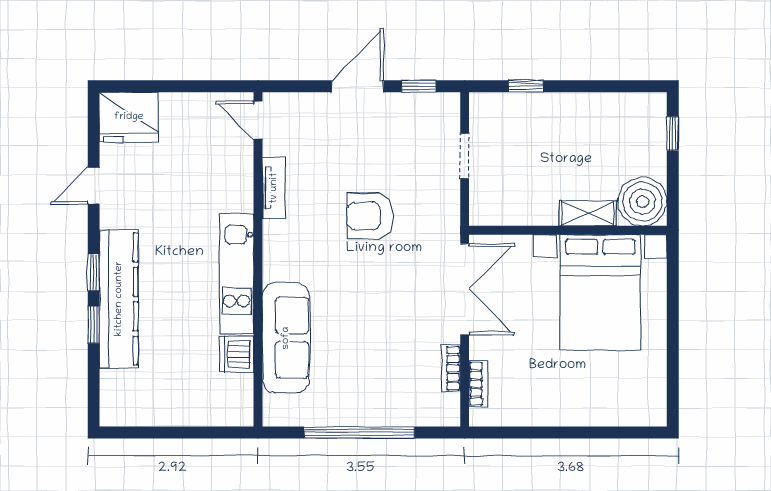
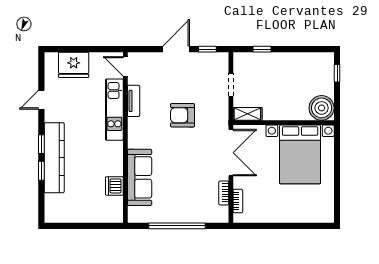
fridge: (129, 117) -> (74, 65), moved
shelving: (588, 213) -> (247, 114), moved
kitchen unit: (237, 273) -> (114, 110), moved

